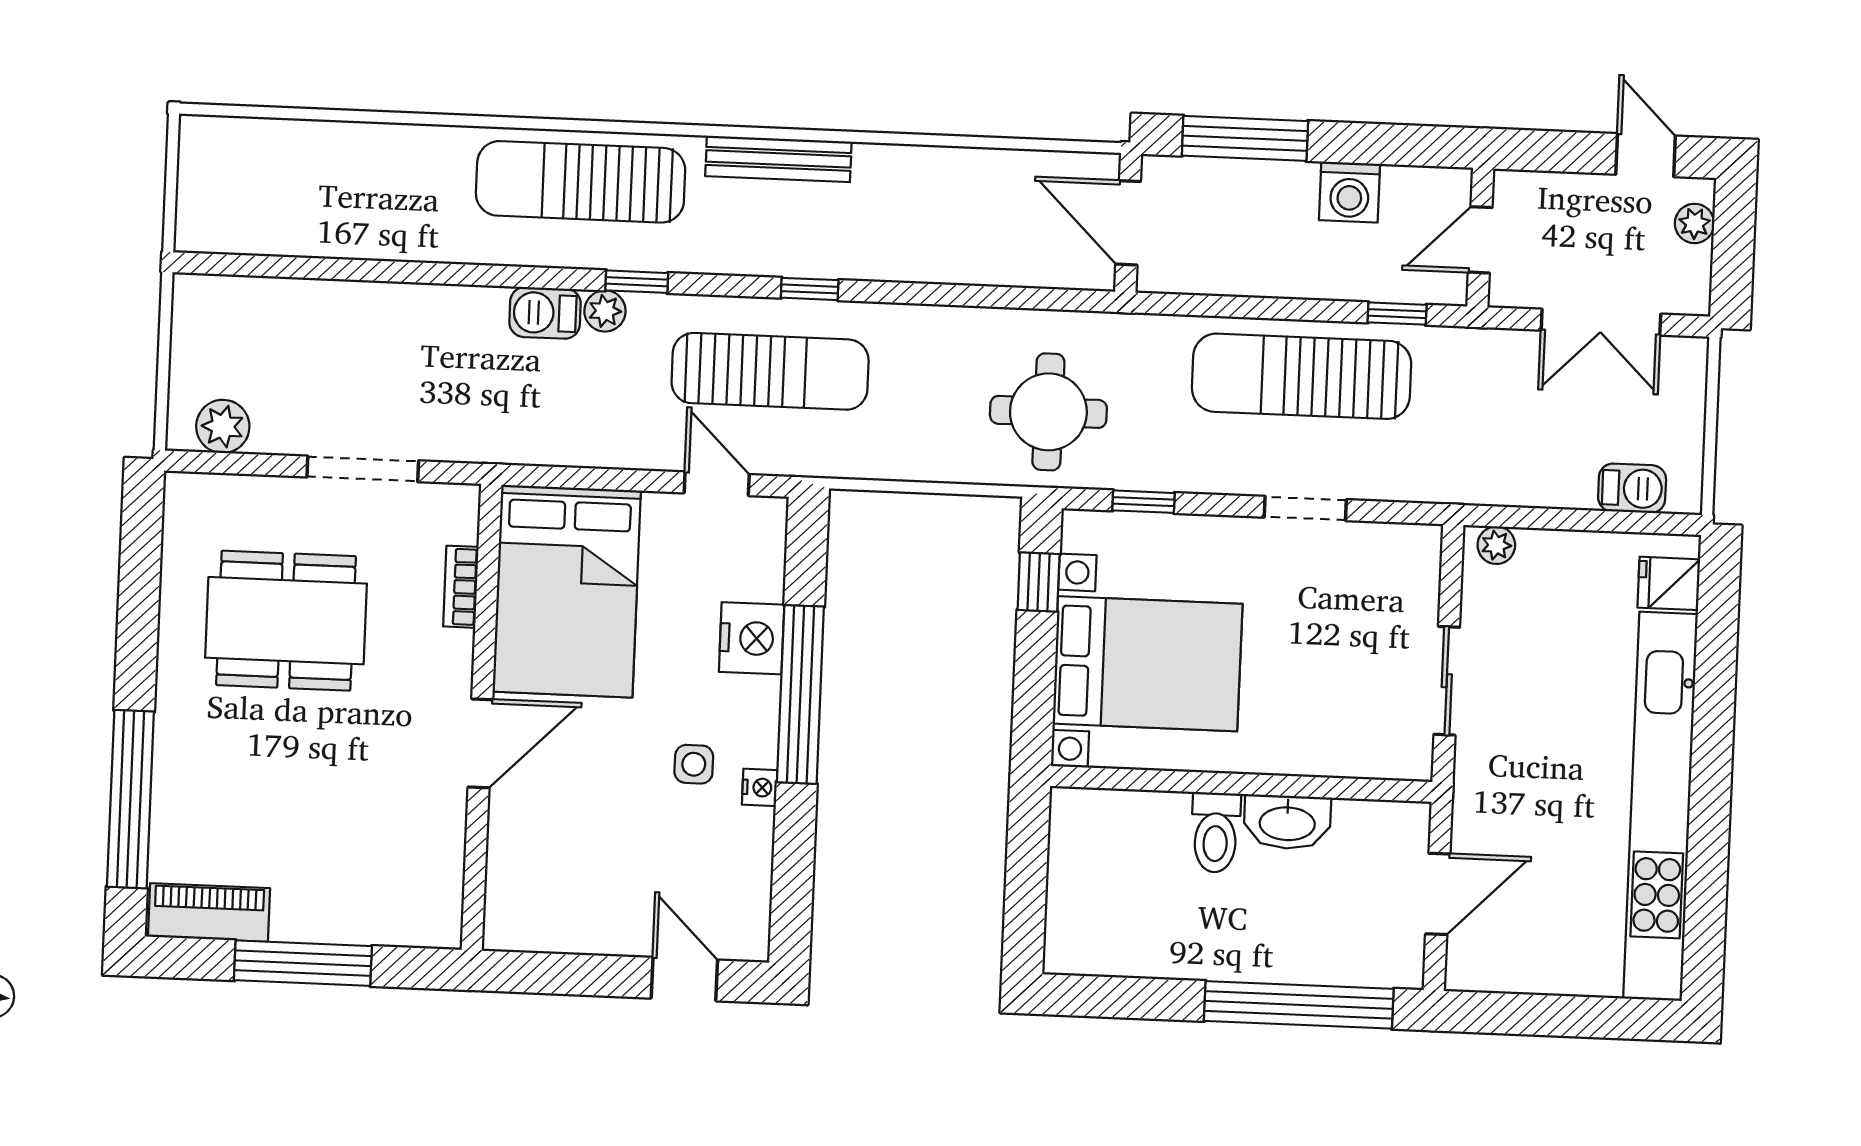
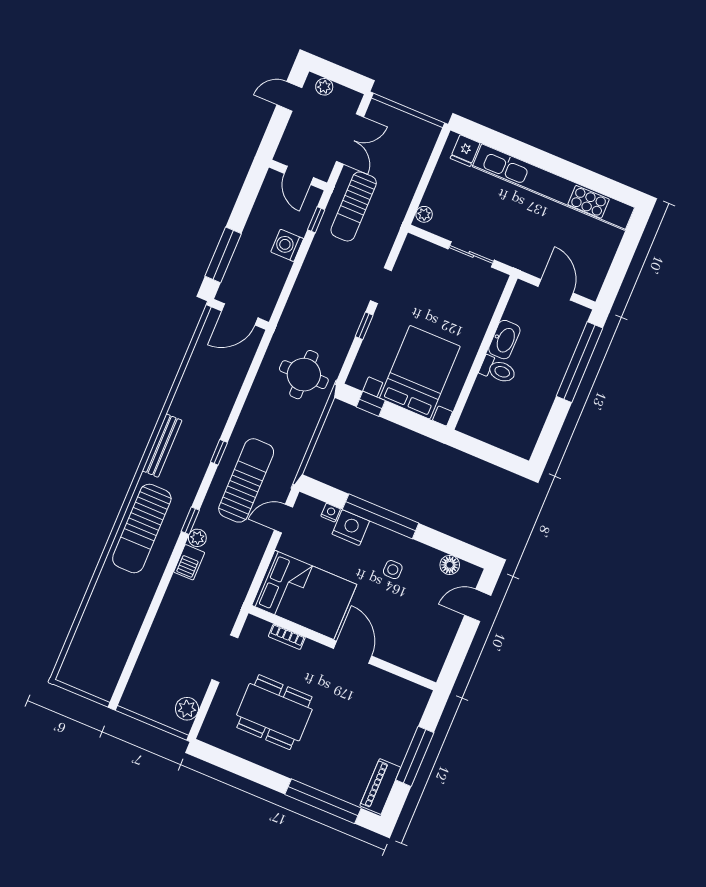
washing machine: (1350, 192) -> (287, 245), moved, turned 180
sun lounger: (1302, 376) -> (354, 206), moved, width x0.73, depth x0.75
barbecue: (1632, 488) -> (421, 151), removed
window: (1144, 502) -> (364, 326), moved
dining table: (286, 621) -> (274, 712), turned 90
nightstand: (760, 787) -> (331, 513), moved
floor lamp: (750, 885) -> (450, 565), added

